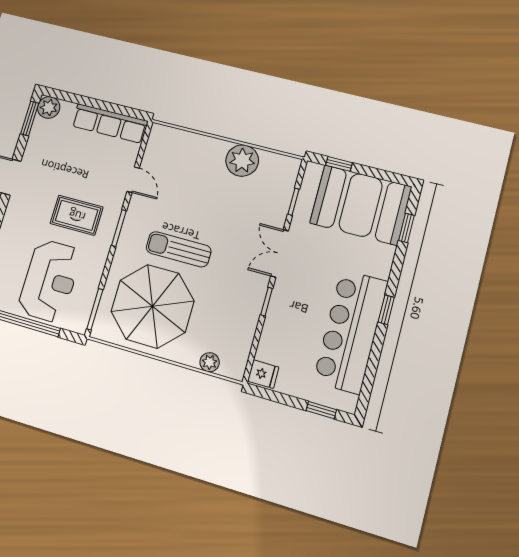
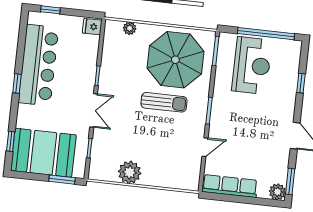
window: (339, 164) -> (62, 180), width x1.50
door: (133, 180) -> (205, 147), swing flipped
rug: (77, 215) -> (241, 115), removed
reception desk: (50, 281) -> (252, 65), turned 180

